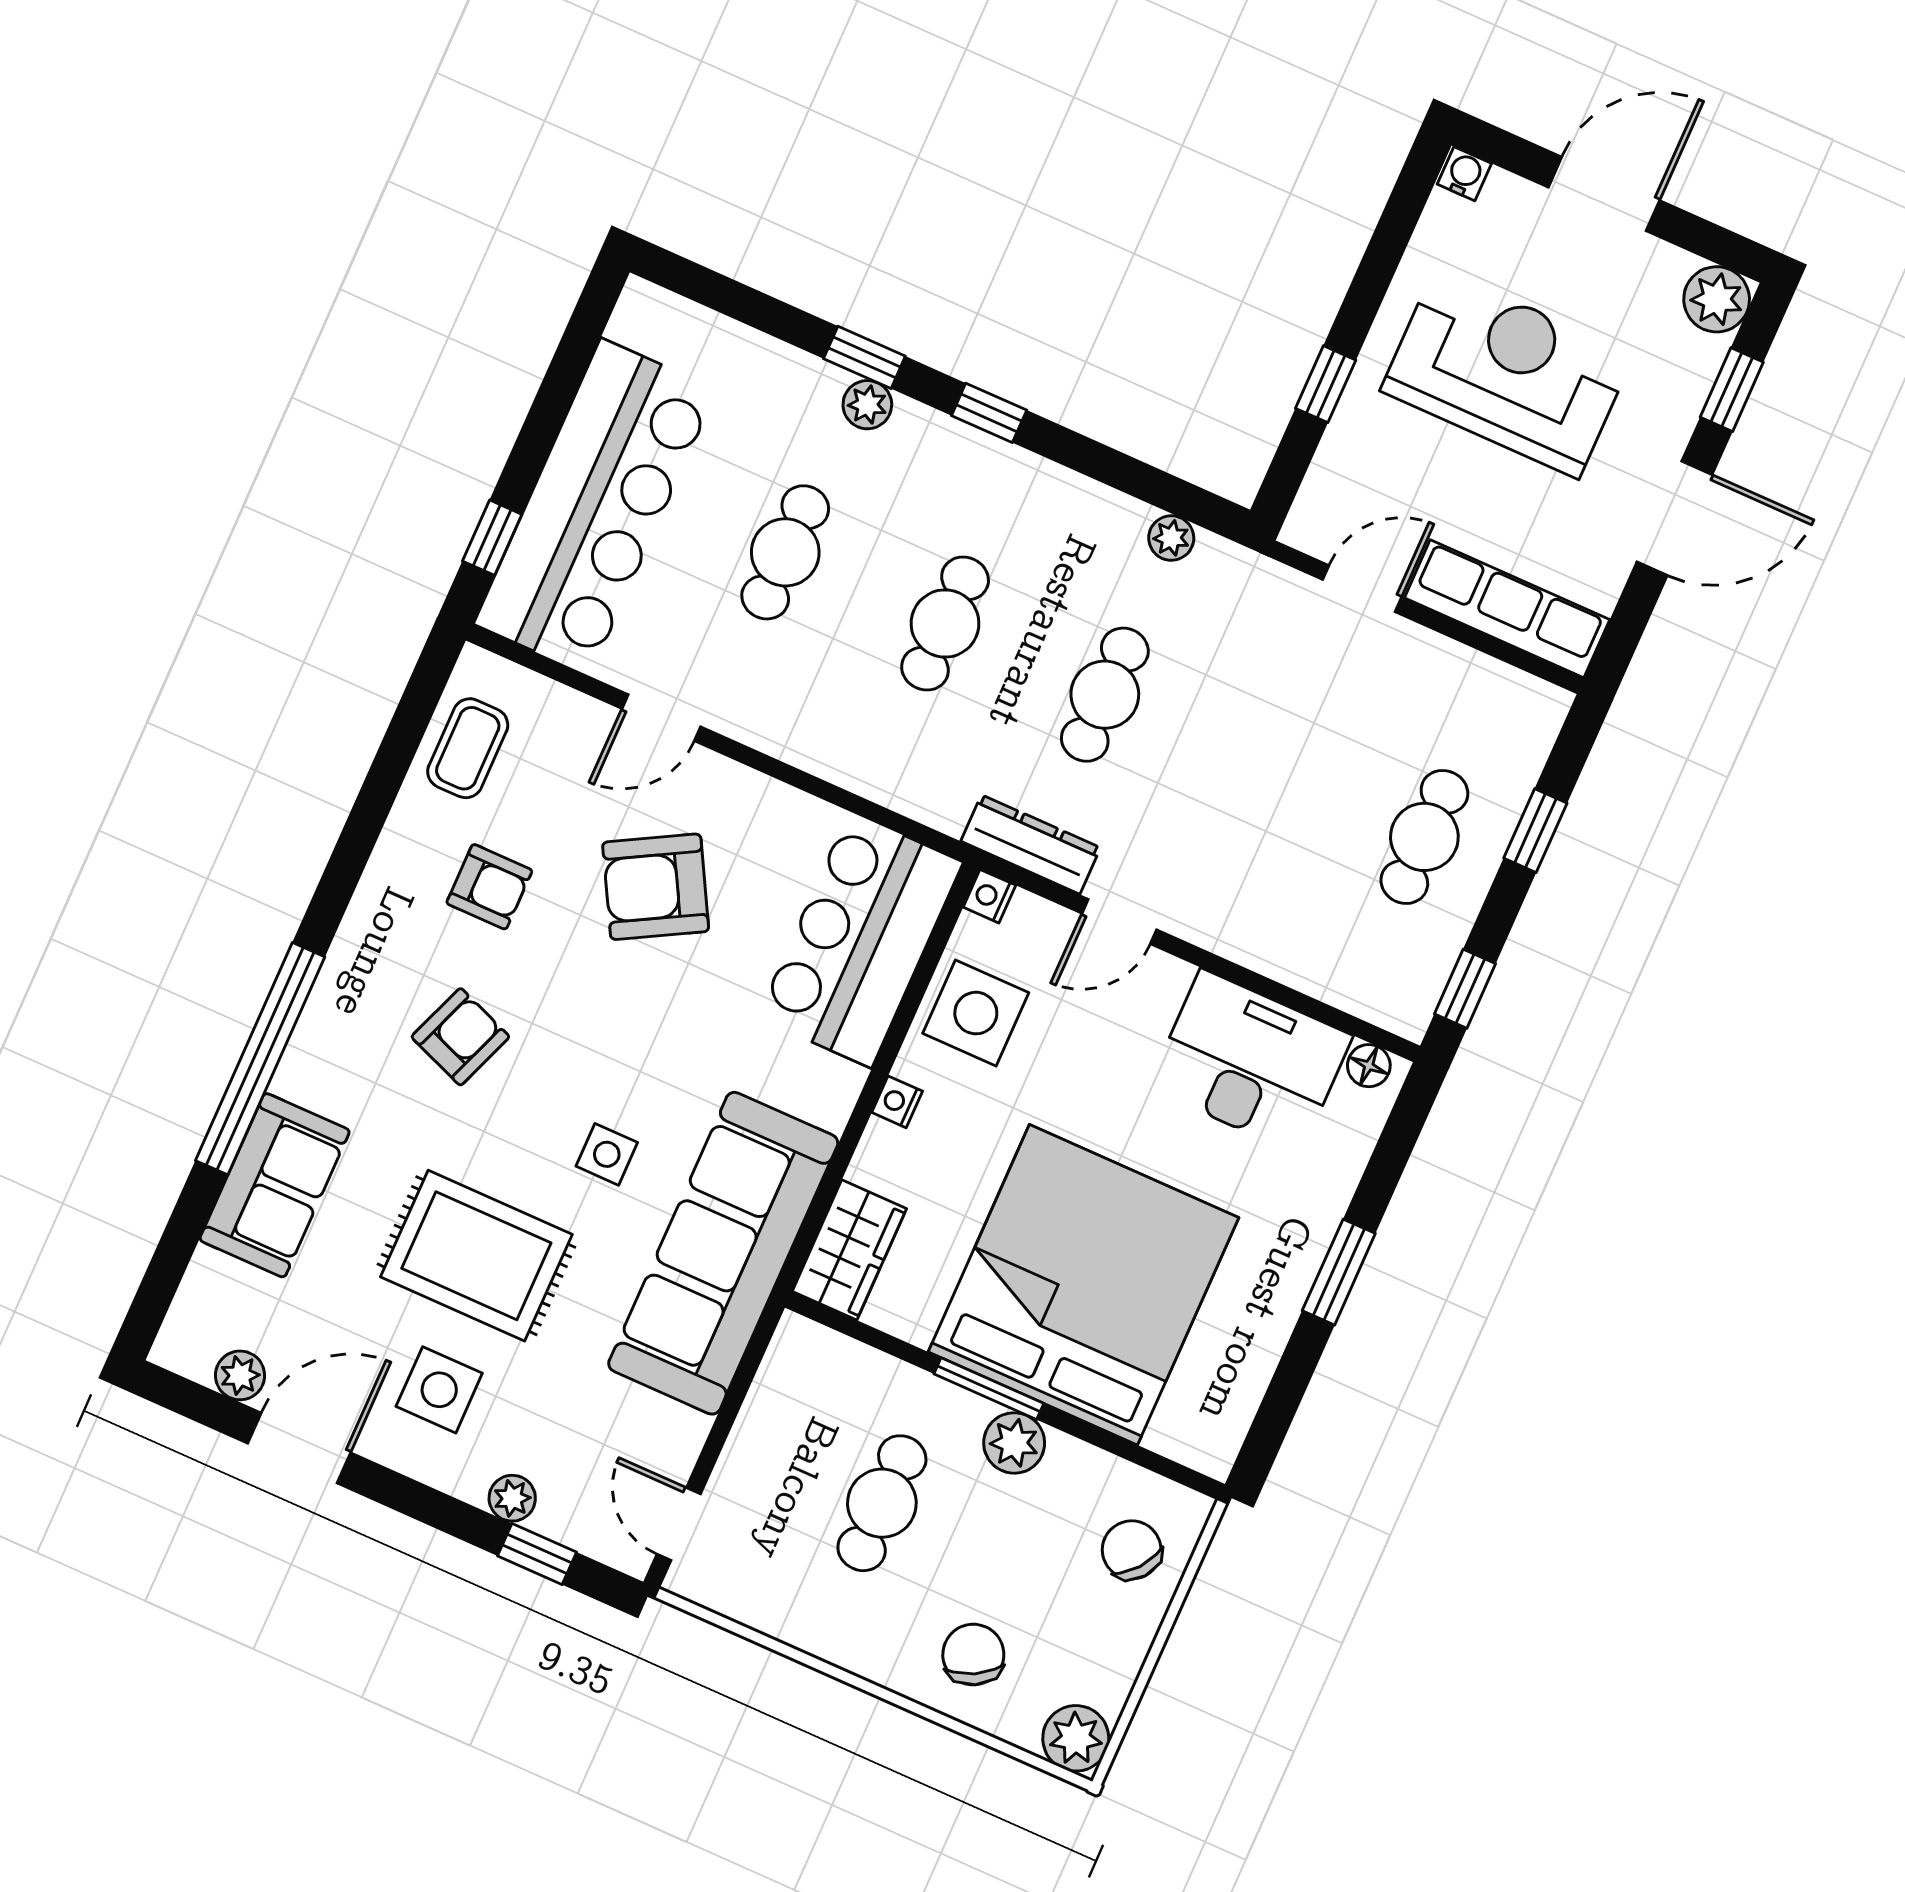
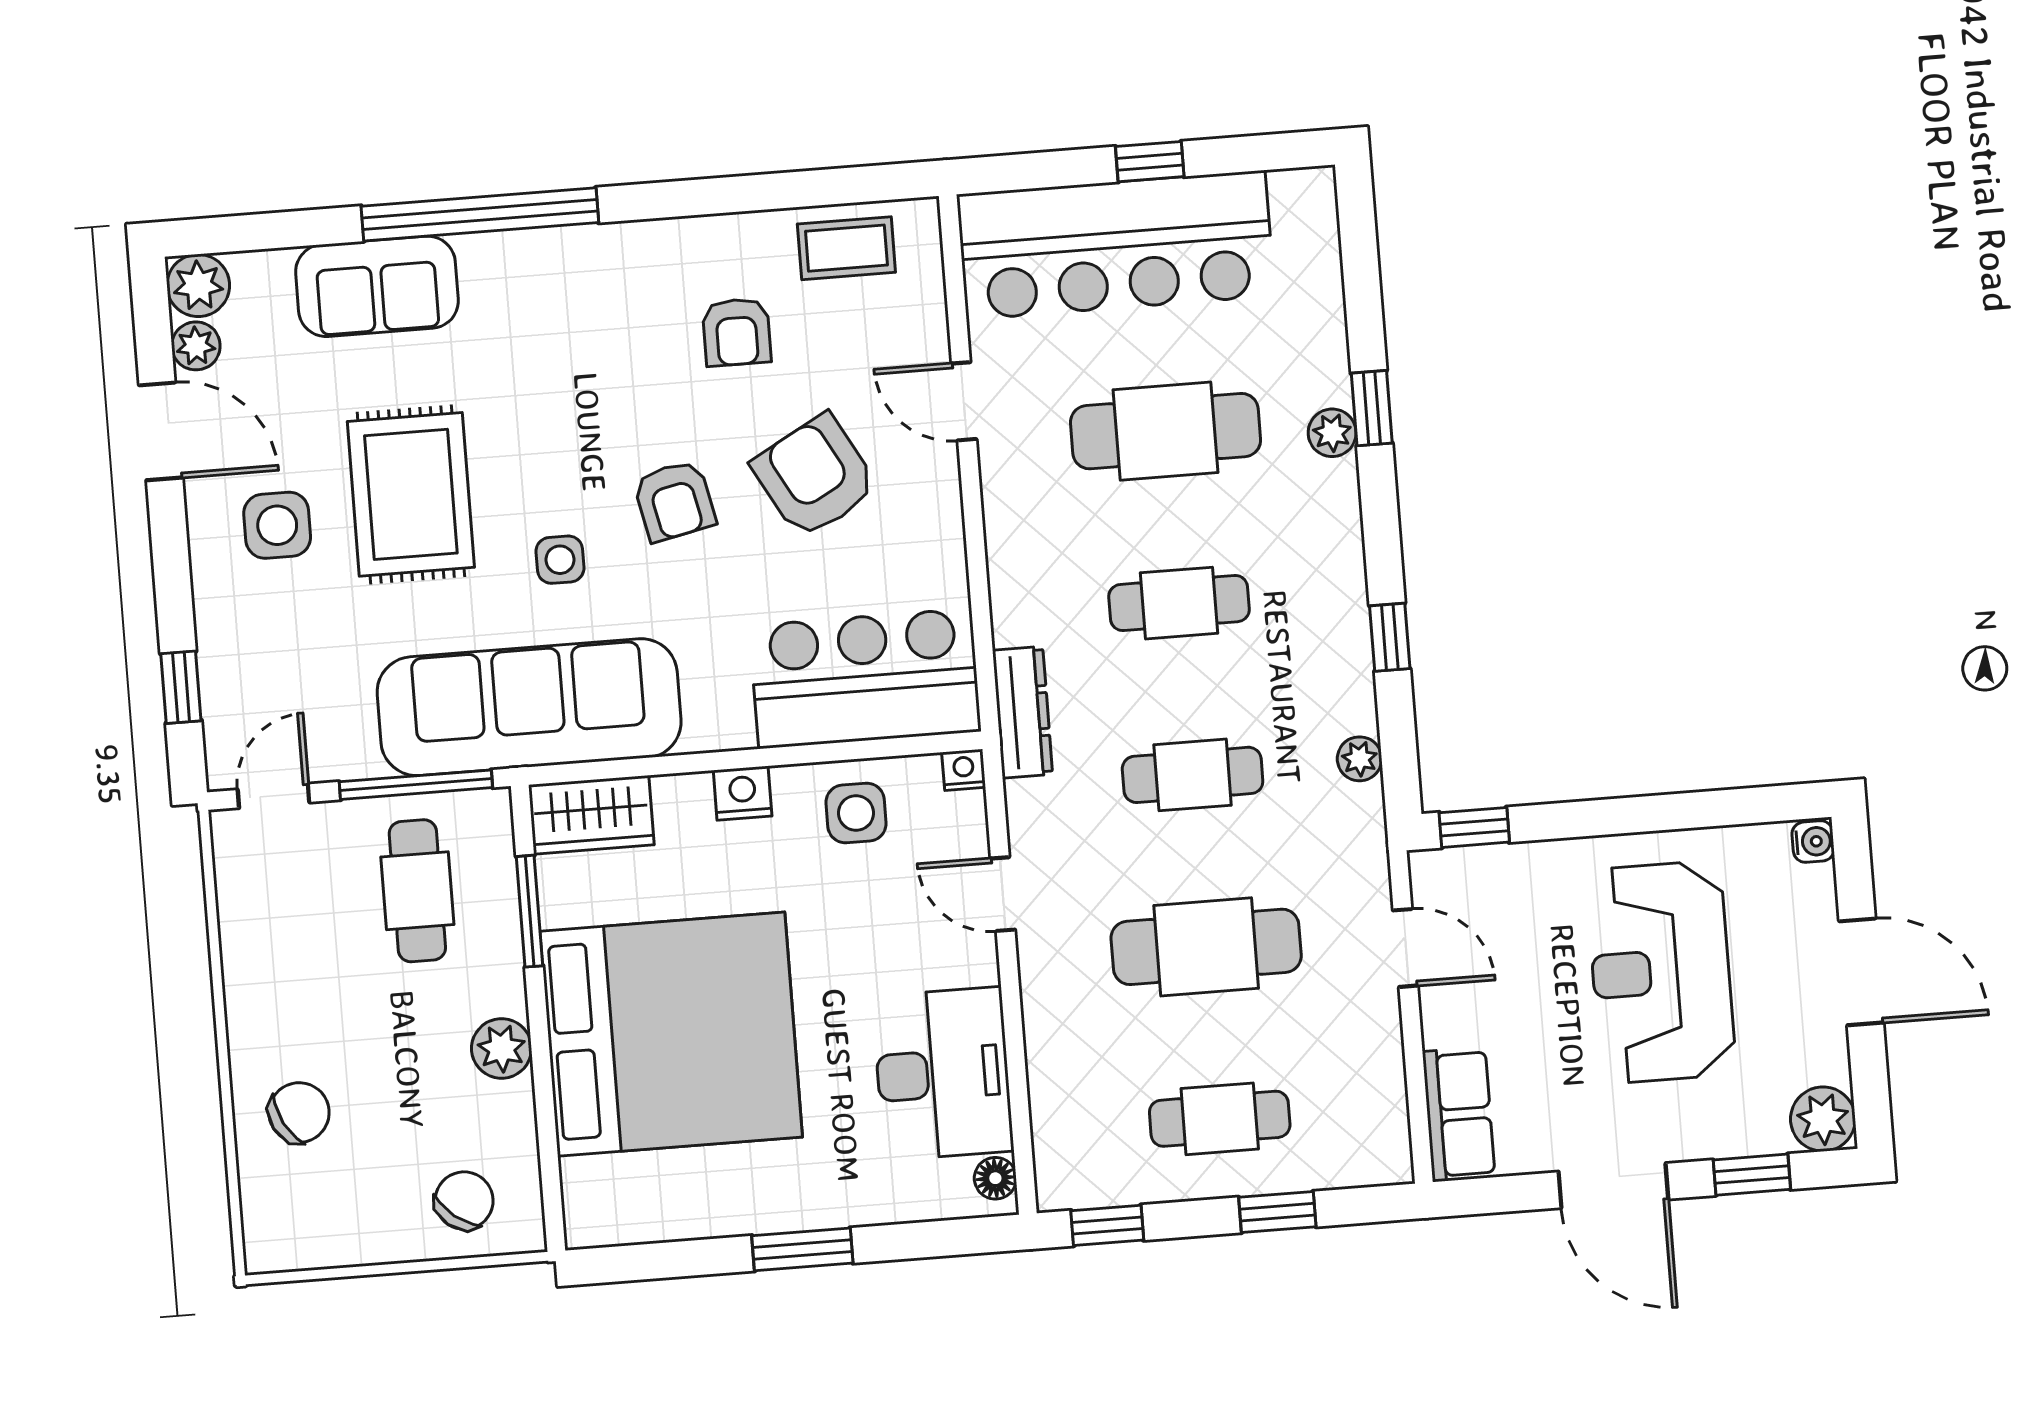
reception desk: (1507, 373) -> (1661, 972), turned 180
window: (1326, 384) -> (1474, 827), moved
window: (989, 413) -> (1390, 637), moved
window: (492, 538) -> (1150, 162), moved
cafe table: (785, 552) -> (1166, 431), width x1.37, depth x1.35
row of seats: (1507, 609) -> (1459, 1114), width x0.68
cafe table: (1265, 766) -> (1206, 947), added
dresser: (1031, 844) -> (1022, 712), moved
side table: (976, 1013) -> (856, 813), width x0.73, depth x0.73
armchair: (460, 1037) -> (674, 501), moved, turned 57
nightstand: (897, 1102) -> (743, 793), width x1.39, depth x1.35
window: (989, 1389) -> (530, 911), moved
window: (738, 1392) -> (416, 785), added
plant: (512, 1498) -> (198, 285), moved, width x1.38, depth x1.38
cafe table: (882, 1503) -> (417, 891), moved, turned 90
plant: (1076, 1738) -> (275, 1241), removed

